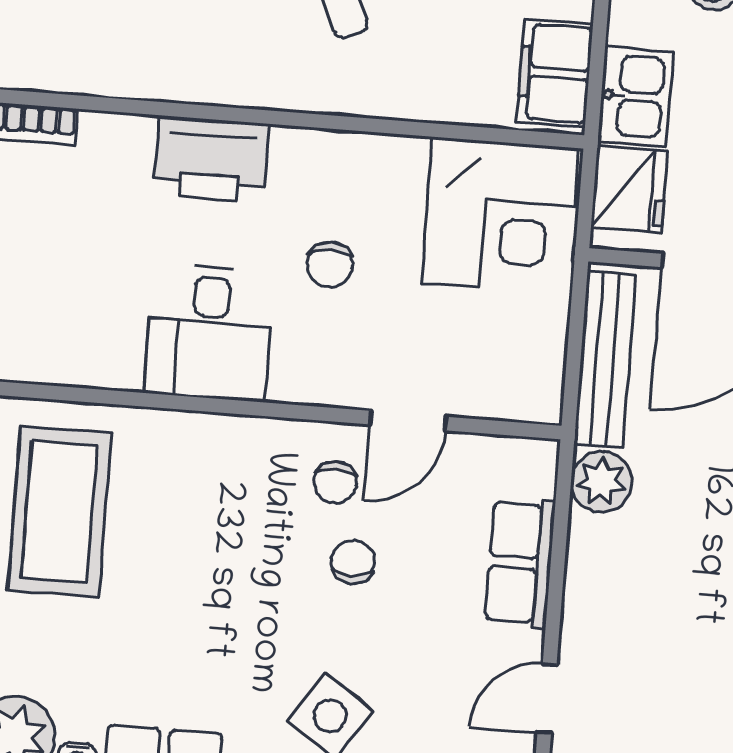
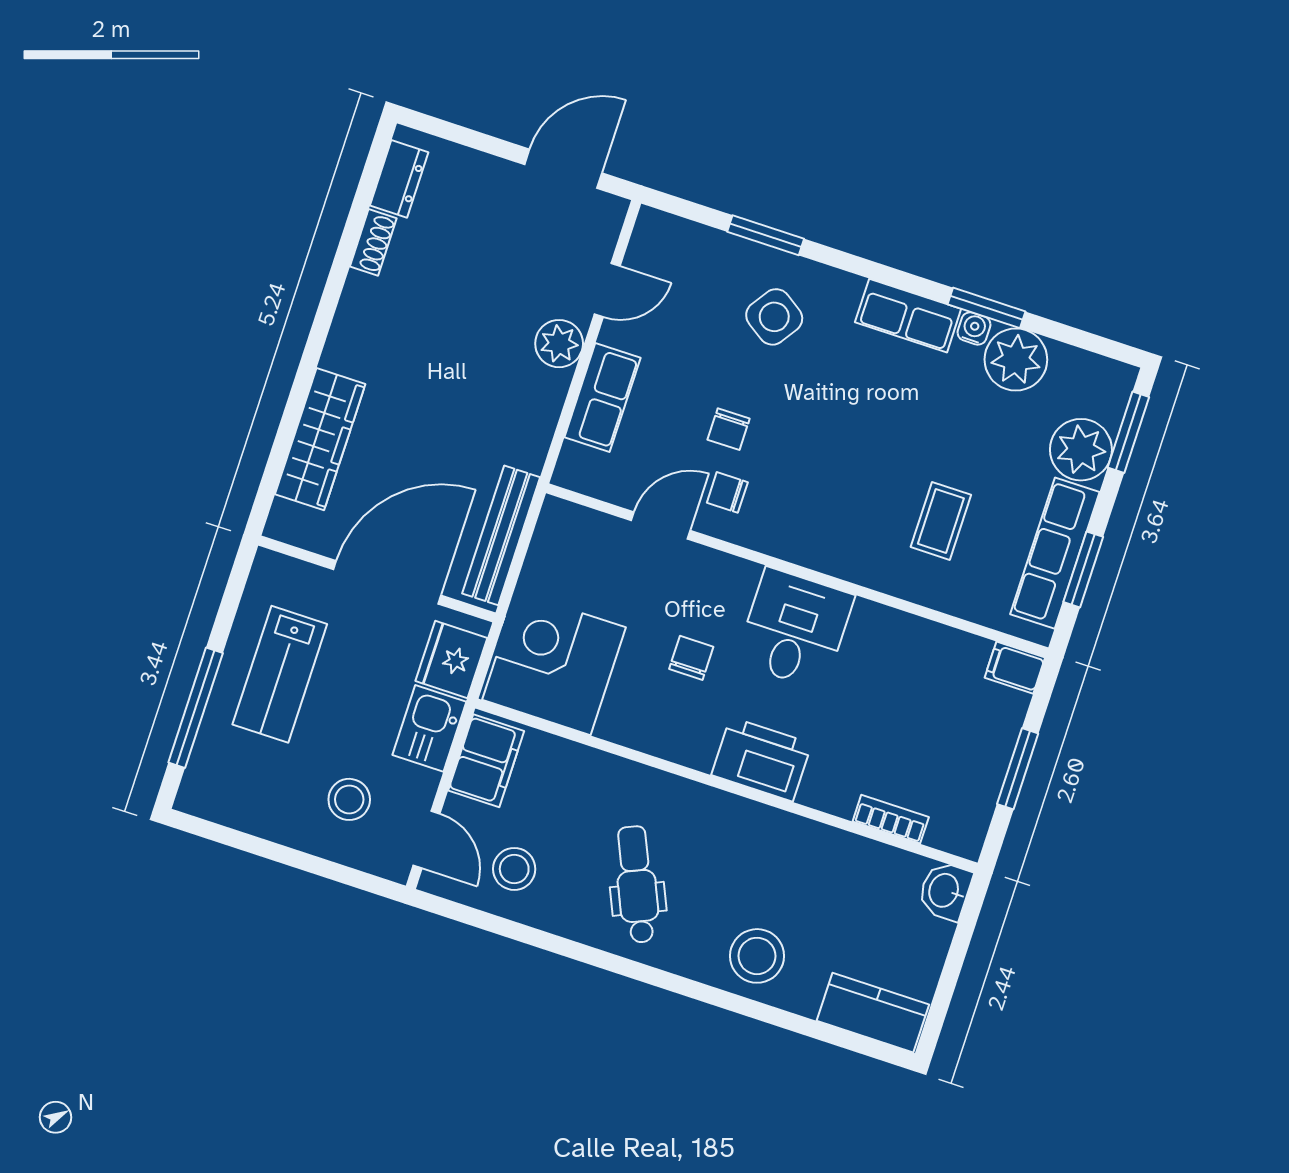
chair: (335, 482) -> (727, 492), turned -90
plant: (601, 482) -> (559, 344), moved
coffee table: (59, 512) -> (941, 521), width x0.54, depth x0.58

